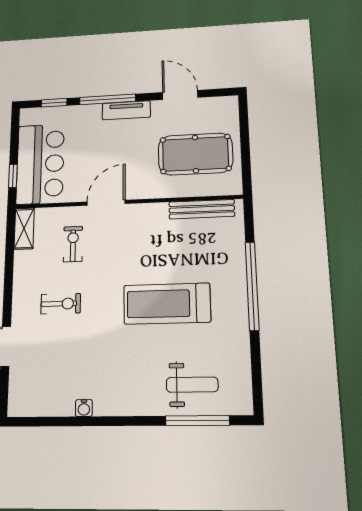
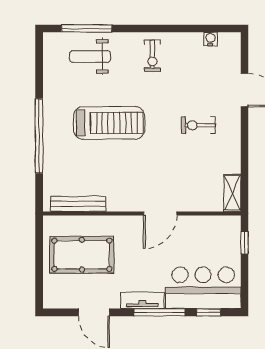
bar counter: (40, 164) -> (203, 288), moved, turned 90
exercise bike: (73, 244) -> (152, 56), moved
water cooler: (84, 408) -> (211, 39), moved

